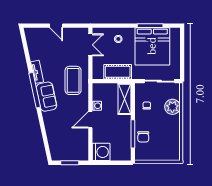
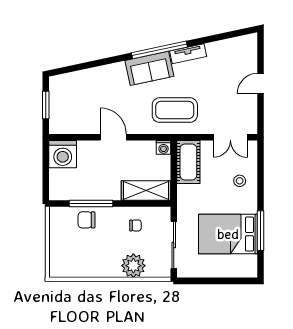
bed: (152, 46) -> (228, 234), width x0.73
cot: (118, 72) -> (188, 162), moved
washing machine: (97, 106) -> (163, 147), moved

